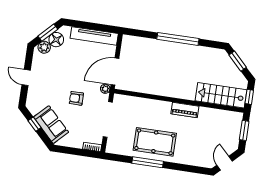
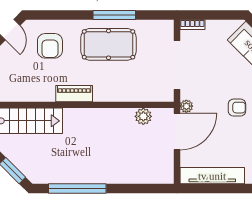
window: (178, 39) -> (77, 189), moved
plant: (137, 86) -> (143, 116), added
armchair: (76, 98) -> (237, 108), moved
armchair: (197, 147) -> (50, 46), added

